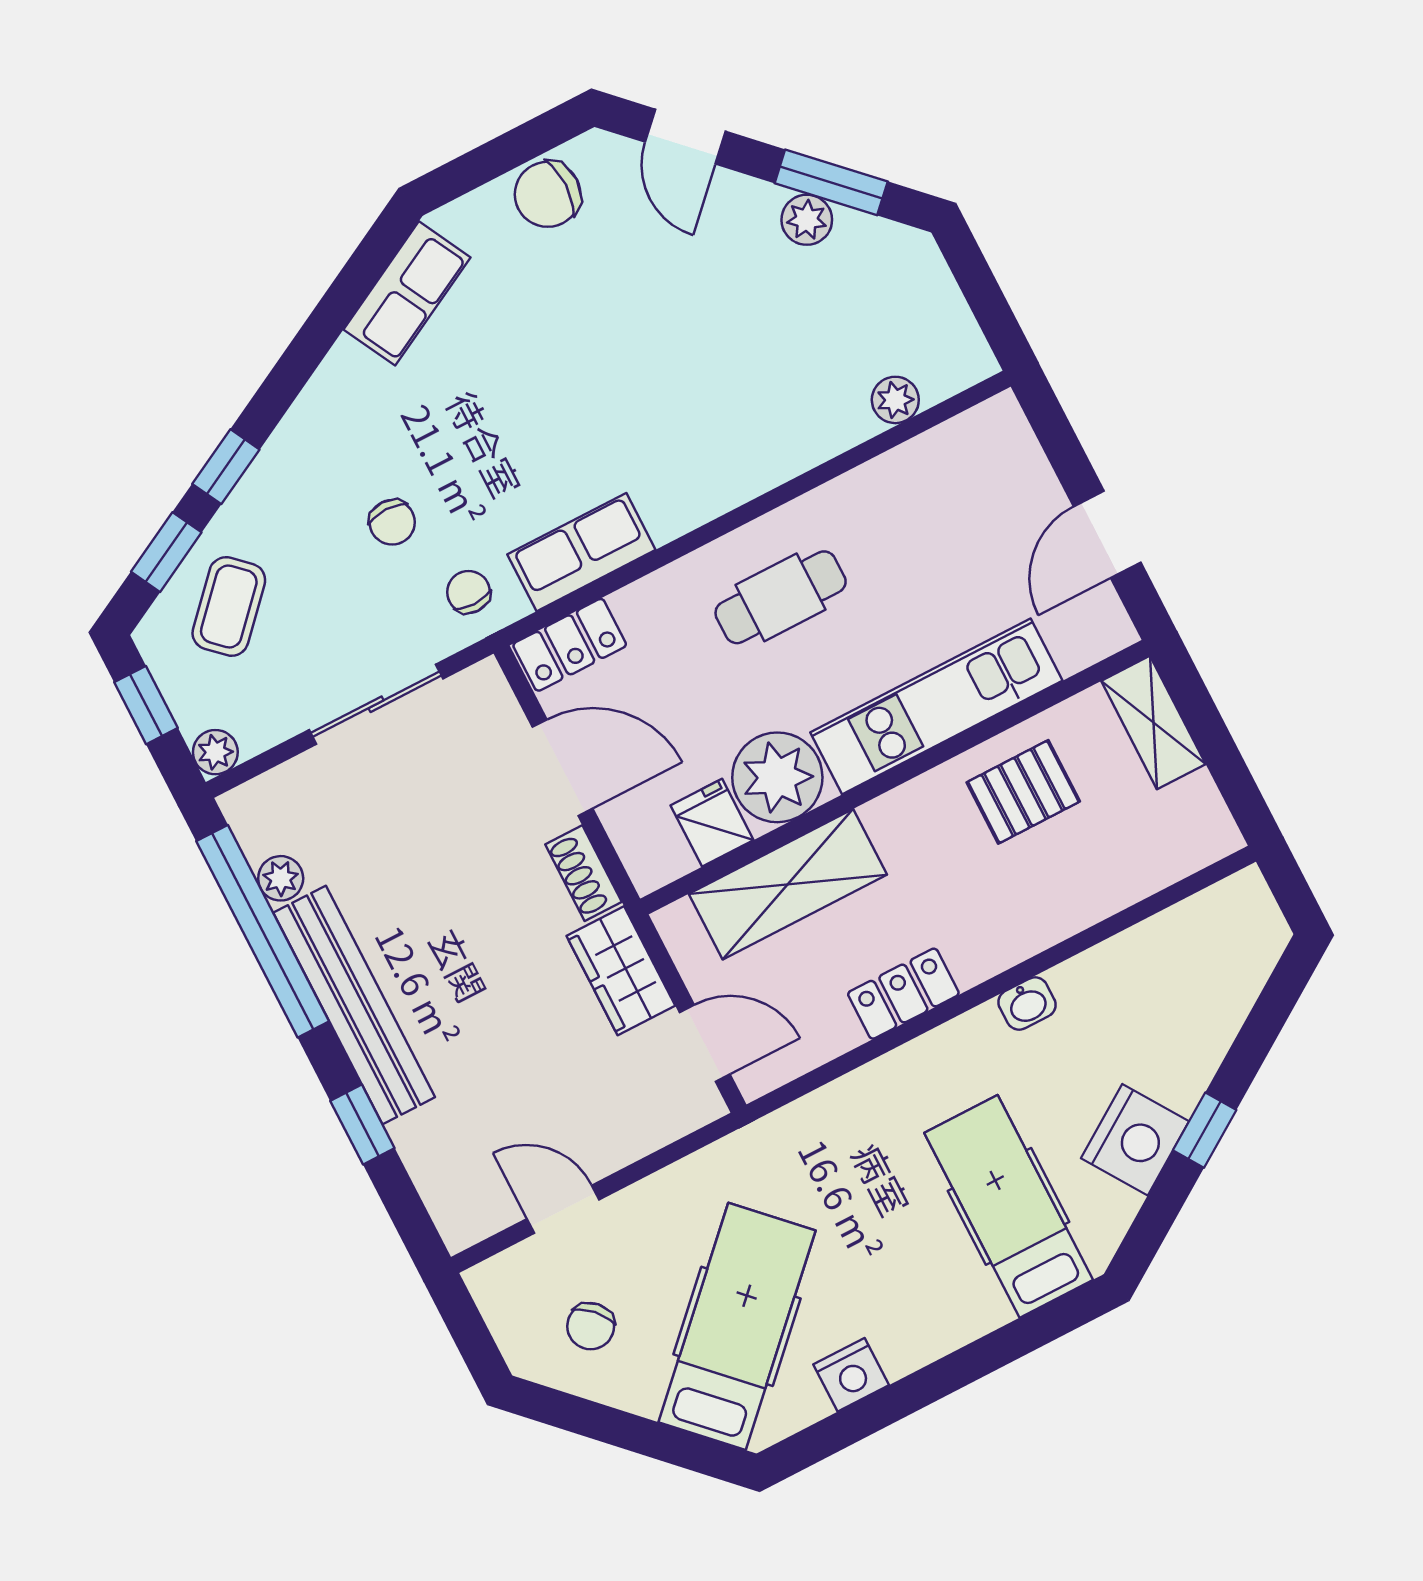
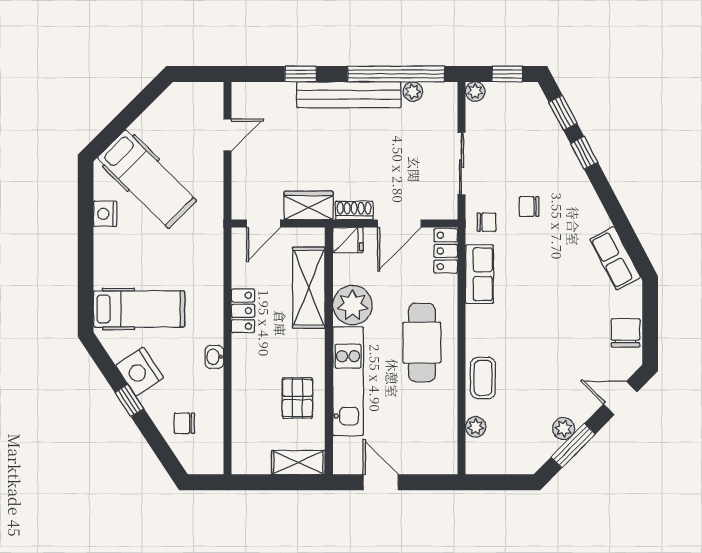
cafe table: (781, 597) -> (422, 343), width x1.37, depth x1.35
coffee table: (229, 606) -> (483, 378), moved, turned 47
fridge: (712, 823) -> (348, 240), moved
chair: (591, 1326) -> (184, 423), moved, turned -46

